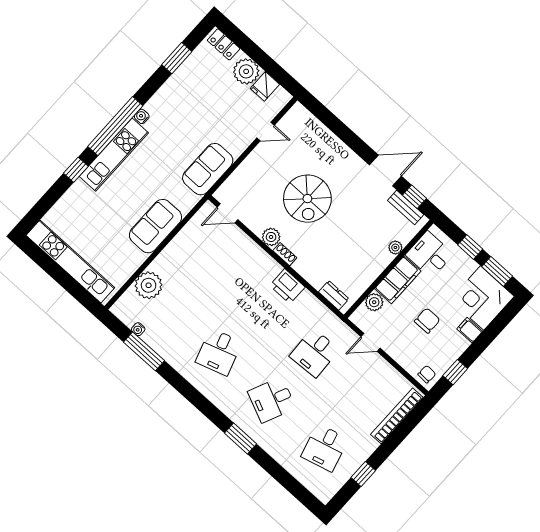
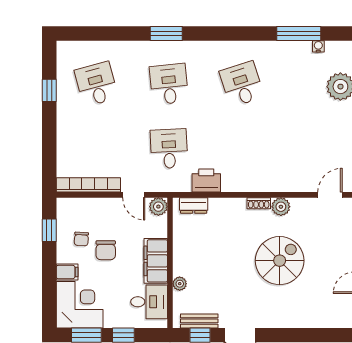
spiral stairs: (307, 199) -> (280, 261), turned 90
printer: (287, 286) -> (206, 181), moved
plant: (374, 302) -> (158, 207), moved
door: (370, 342) -> (134, 195), swing flipped
chair: (427, 374) -> (81, 239), moved
desk: (272, 400) -> (169, 84), turned -30
bookcase: (397, 416) -> (88, 185), moved, turned -90

